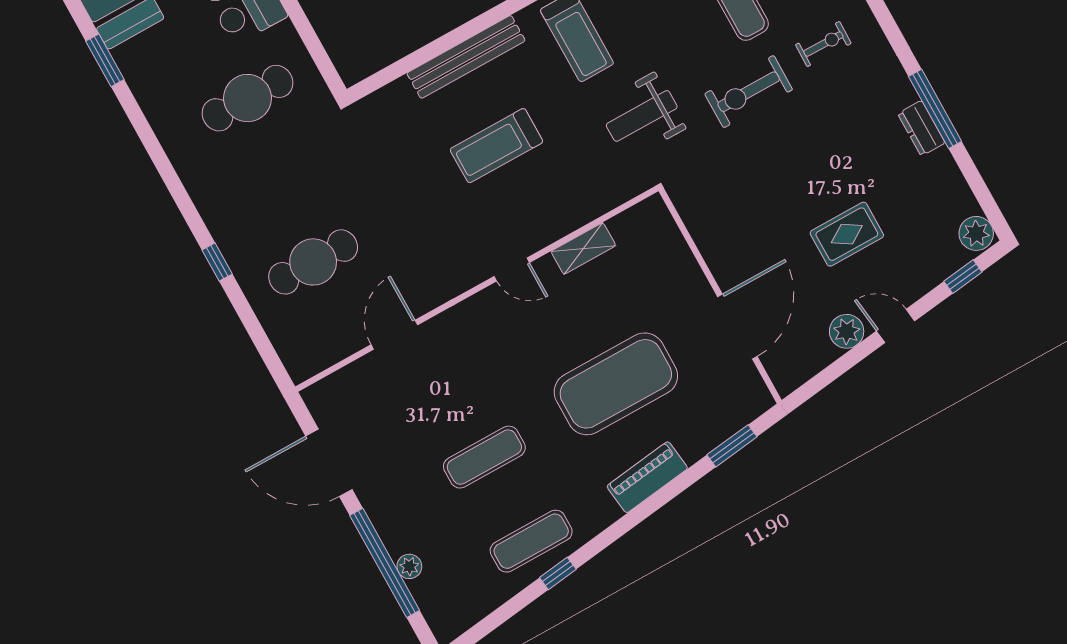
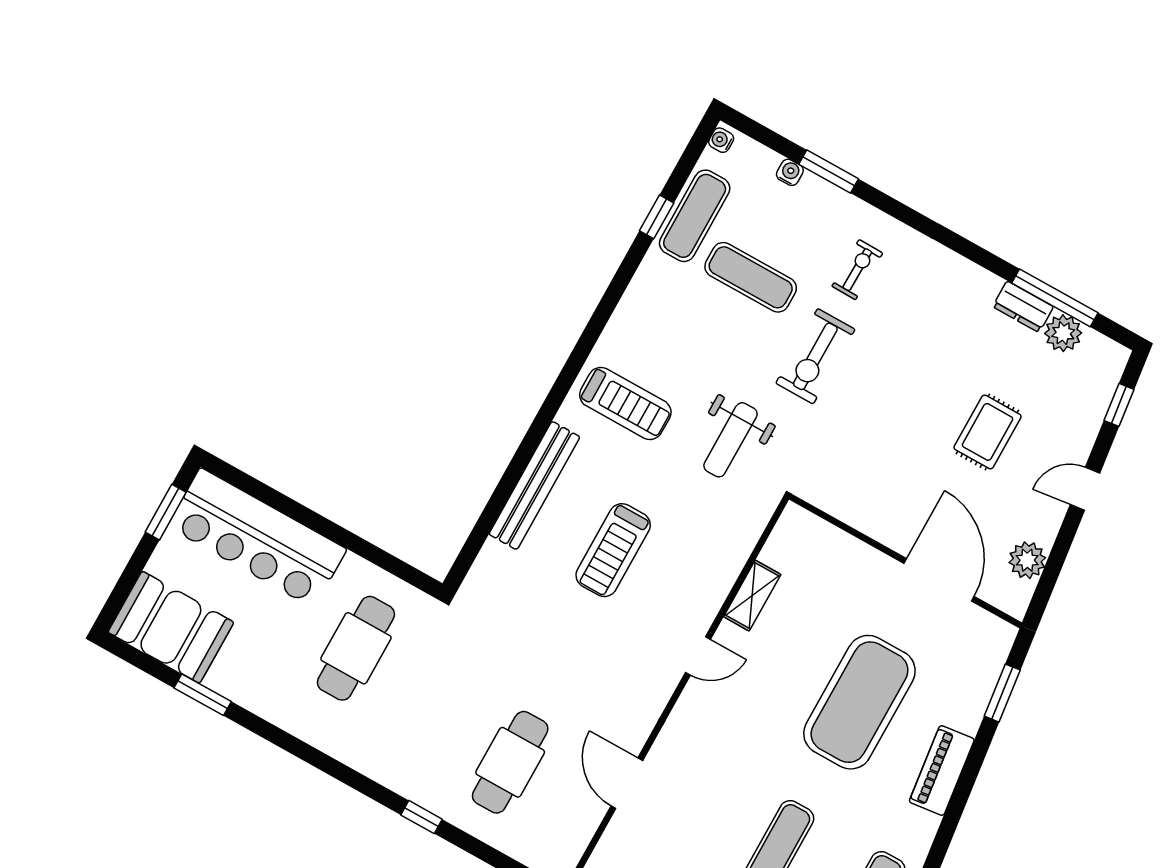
window: (935, 109) -> (1055, 298), moved
dresser: (921, 128) -> (1023, 307), moved
plant: (976, 233) -> (1063, 333), moved
plant: (847, 331) -> (1027, 560), moved

